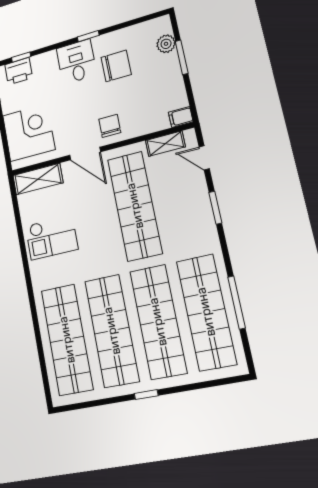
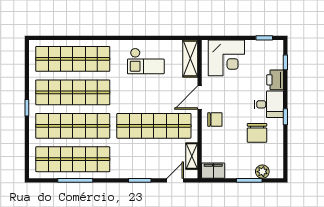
printer: (19, 71) -> (275, 80), moved
filing cabinet: (181, 117) -> (213, 171), width x2.00
checkout: (52, 237) -> (146, 61), turned -90

